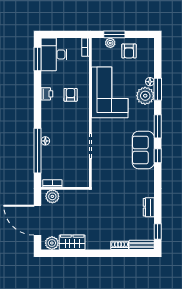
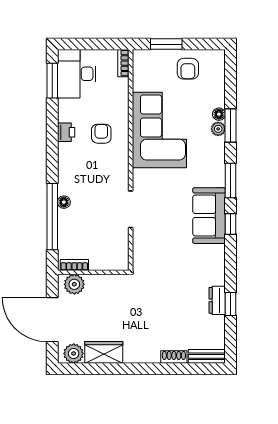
plant: (110, 43) -> (160, 57), removed
plant: (145, 96) -> (218, 129), width x0.53, depth x0.53
window: (158, 231) -> (231, 304), moved

